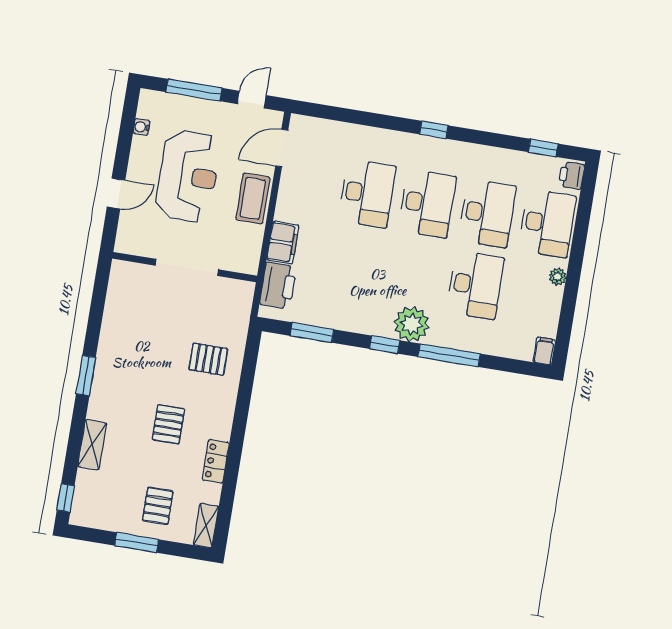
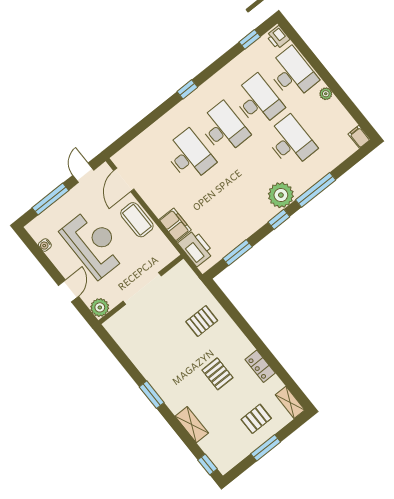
plant: (128, 241) -> (100, 307), added
pallet: (158, 506) -> (256, 419), turned 90

